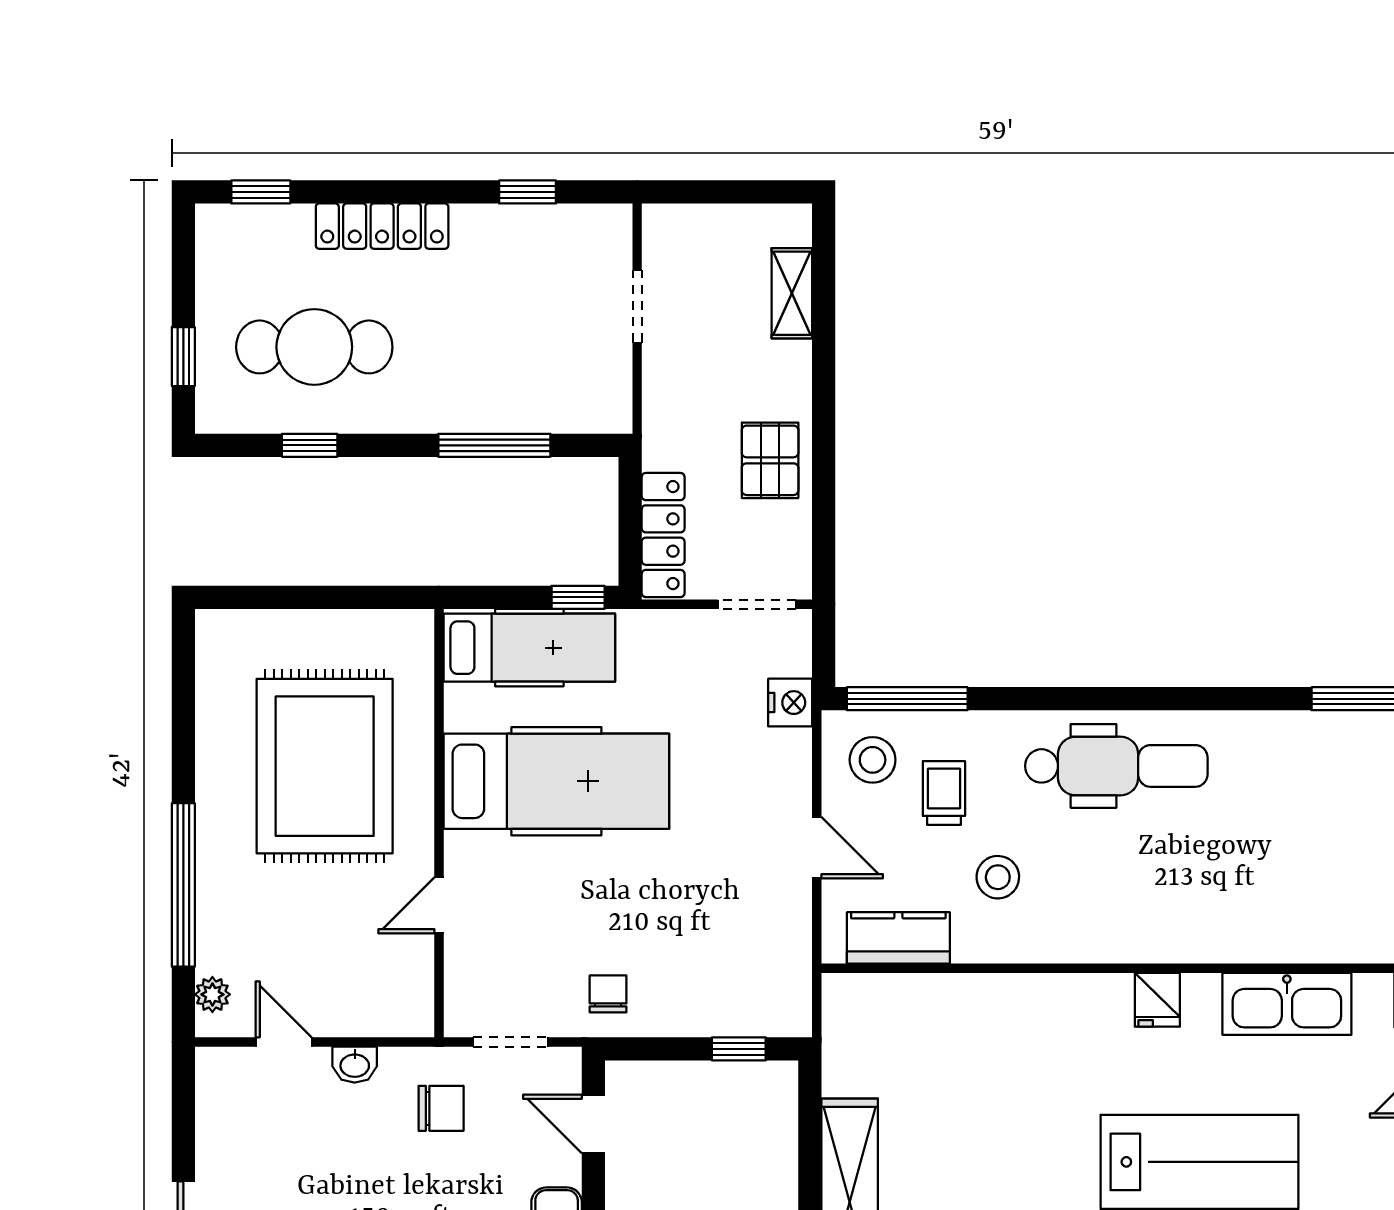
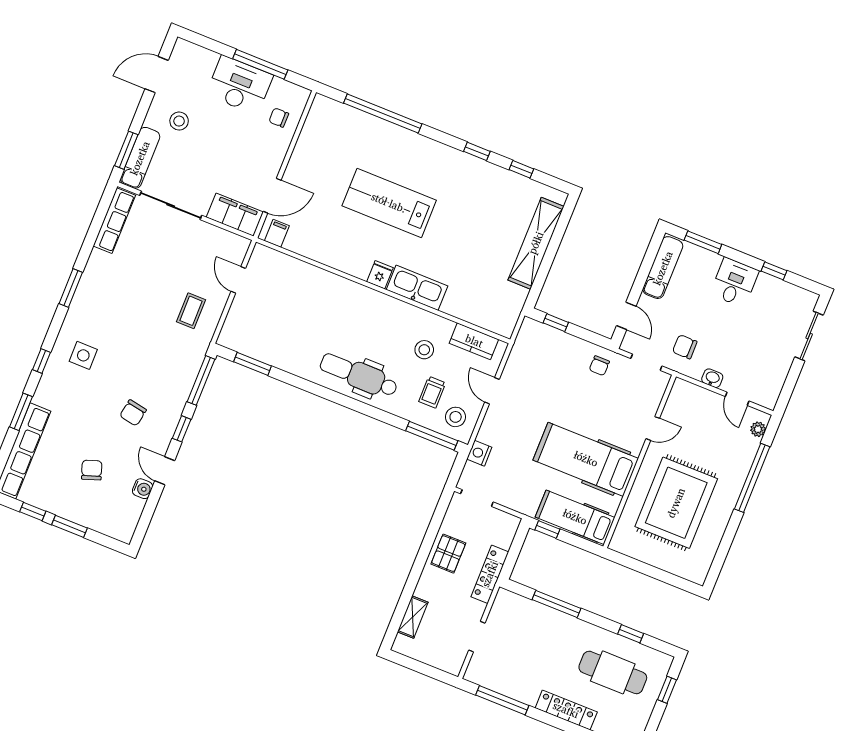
window: (528, 192) -> (502, 700), width x2.17
locker: (663, 535) -> (490, 574), moved
kitchen sink: (1287, 1004) -> (417, 288), moved

